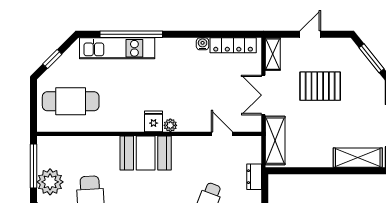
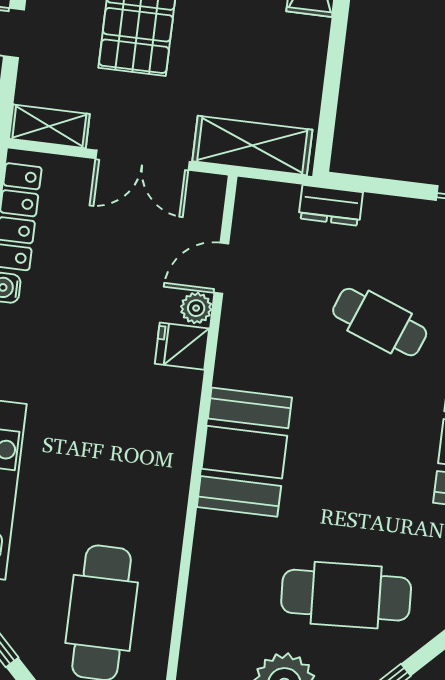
fridge: (154, 121) -> (182, 346), moved
plant: (170, 125) -> (196, 308), moved

